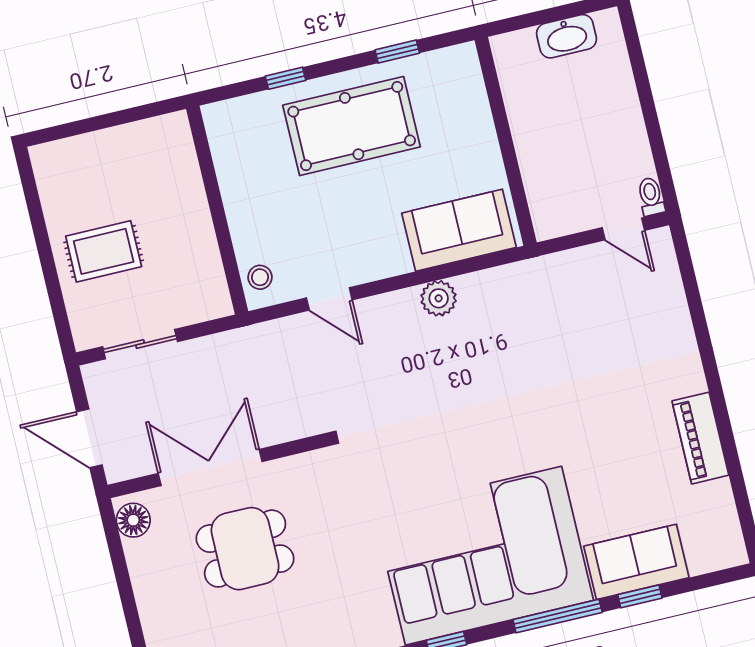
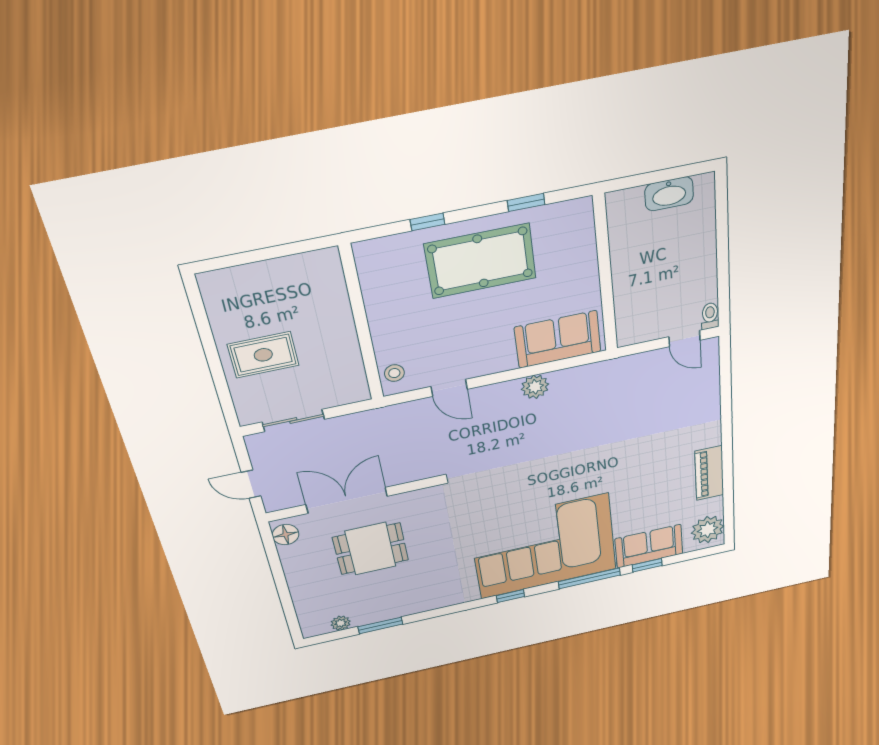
door: (89, 438) -> (251, 484), width x0.73
plant: (718, 536) -> (708, 530), added

